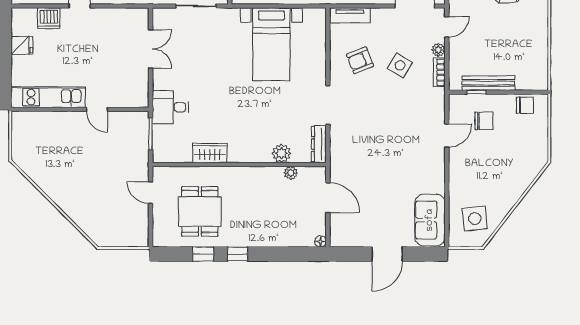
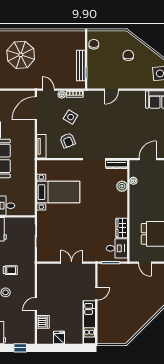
double door: (151, 49) -> (72, 263), moved
desk: (170, 107) -> (117, 248), moved, turned -90
chair: (484, 121) -> (128, 55), moved
door: (447, 136) -> (112, 90), swing flipped
door: (151, 193) -> (145, 263), hinge flipped

